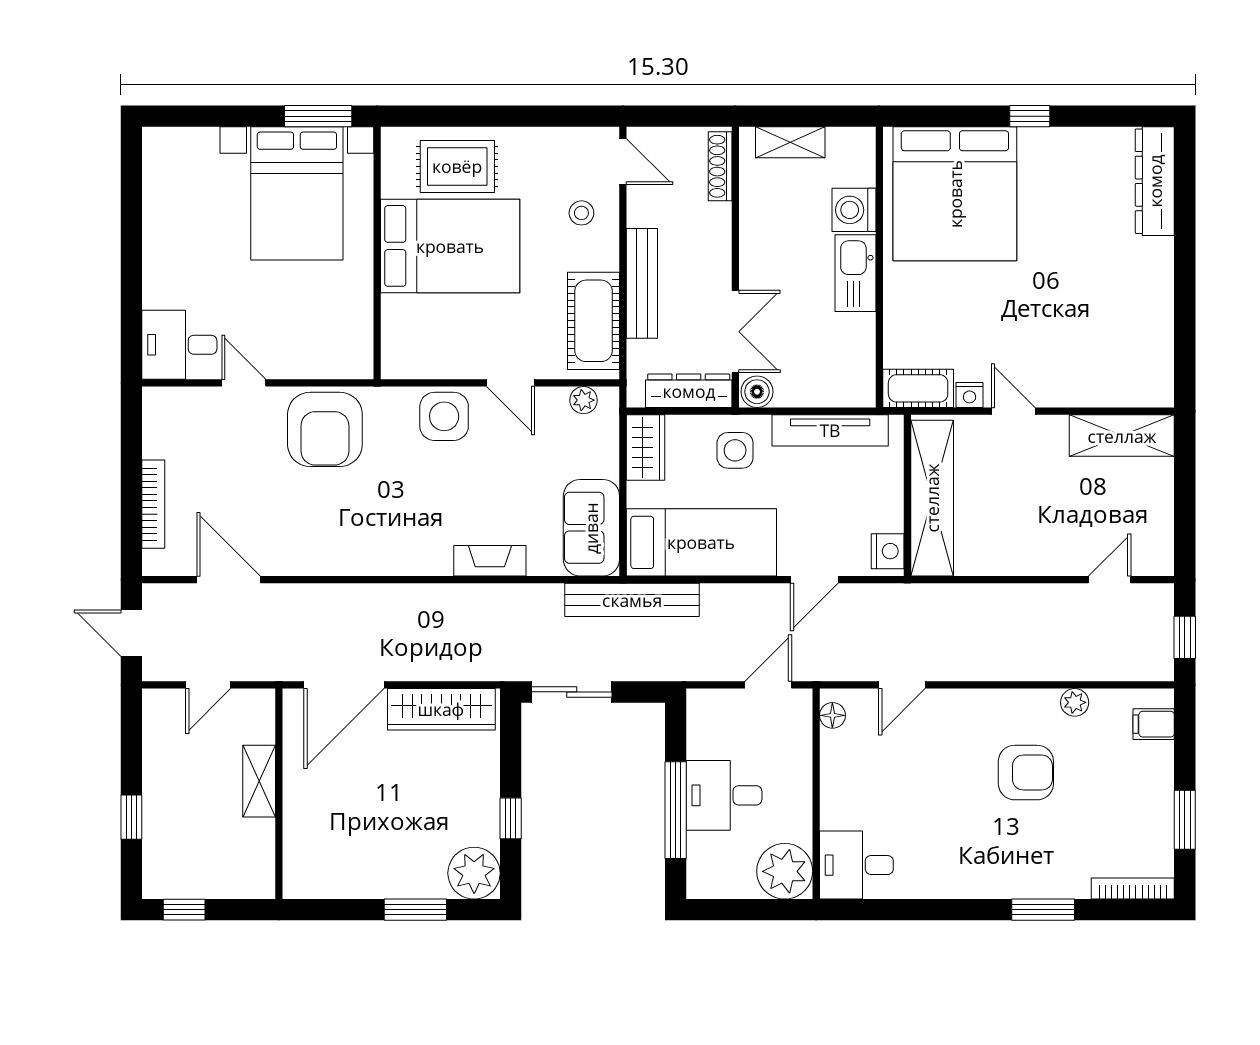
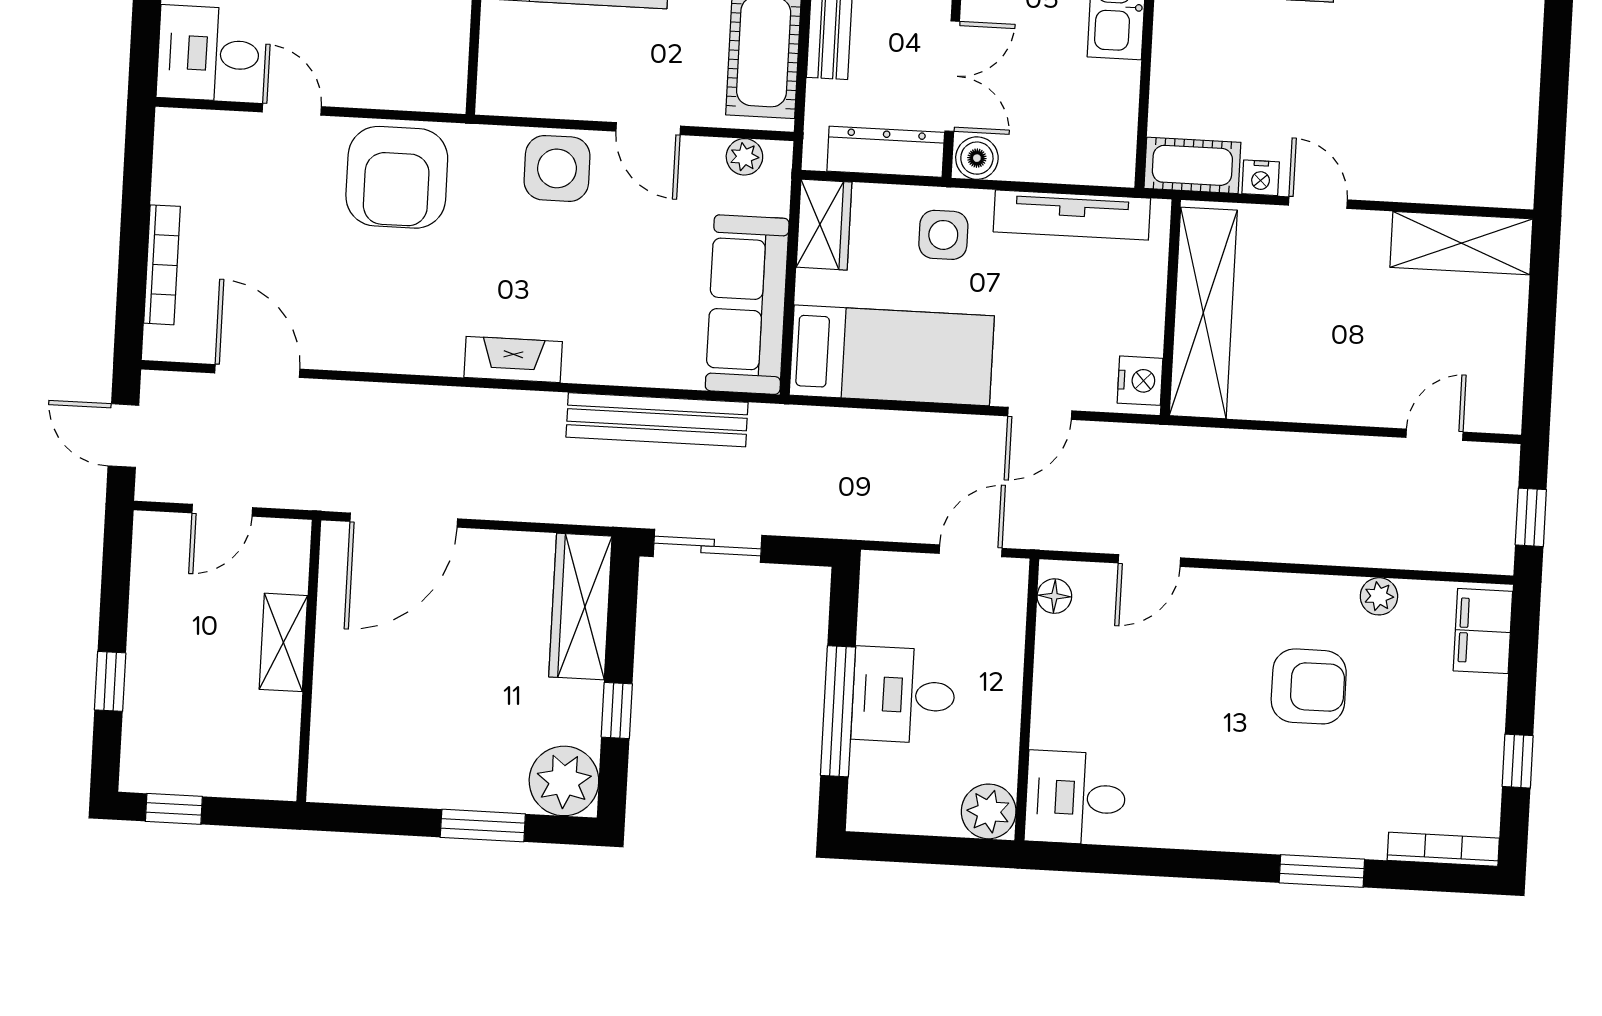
sofa: (591, 528) -> (747, 305), width x1.36
fireplace: (490, 561) -> (513, 359), moved
bench: (632, 600) -> (657, 420), moved
wardrobe: (441, 709) -> (580, 606), moved, turned 90
filing cabinet: (1154, 724) -> (1483, 631), width x2.00
window: (1185, 820) -> (1518, 761), width x0.67
plant: (785, 871) -> (989, 811), width x0.73, depth x0.73

